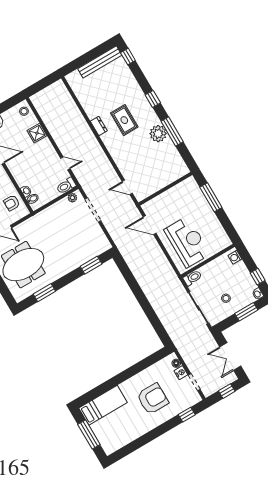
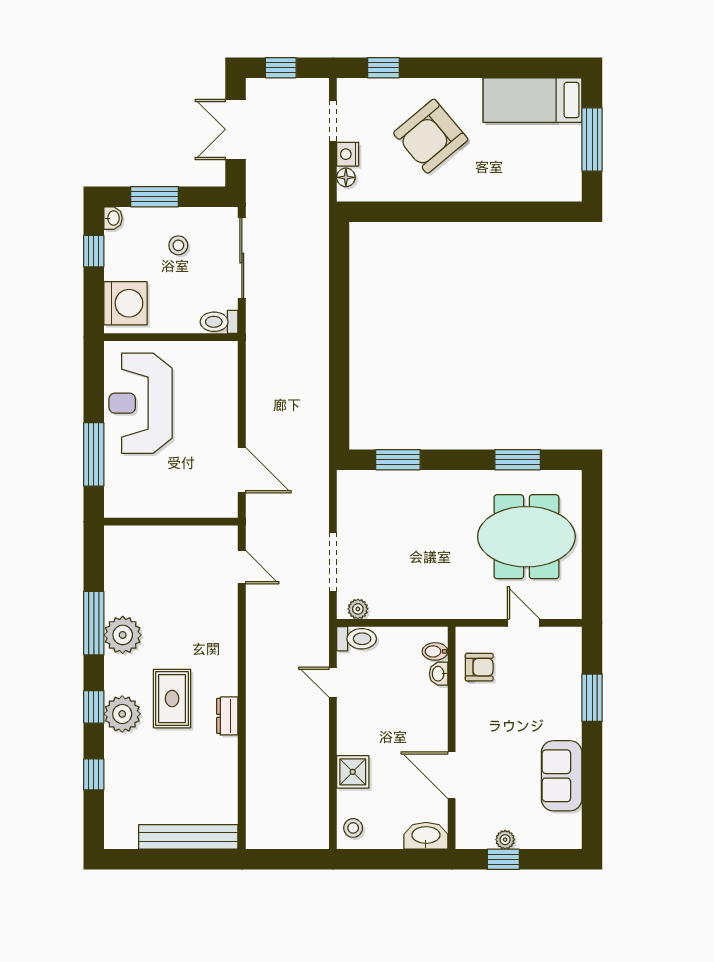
window: (128, 57) -> (94, 774), moved
bench: (100, 62) -> (188, 837), moved
plant: (140, 103) -> (122, 714), added
reception desk: (187, 242) -> (140, 403), moved
washing machine: (235, 257) -> (125, 303), width x1.89, depth x1.89
double door: (230, 357) -> (235, 129), swing flipped
armchair: (153, 399) -> (431, 136), turned -40
bed: (103, 405) -> (533, 100), moved

